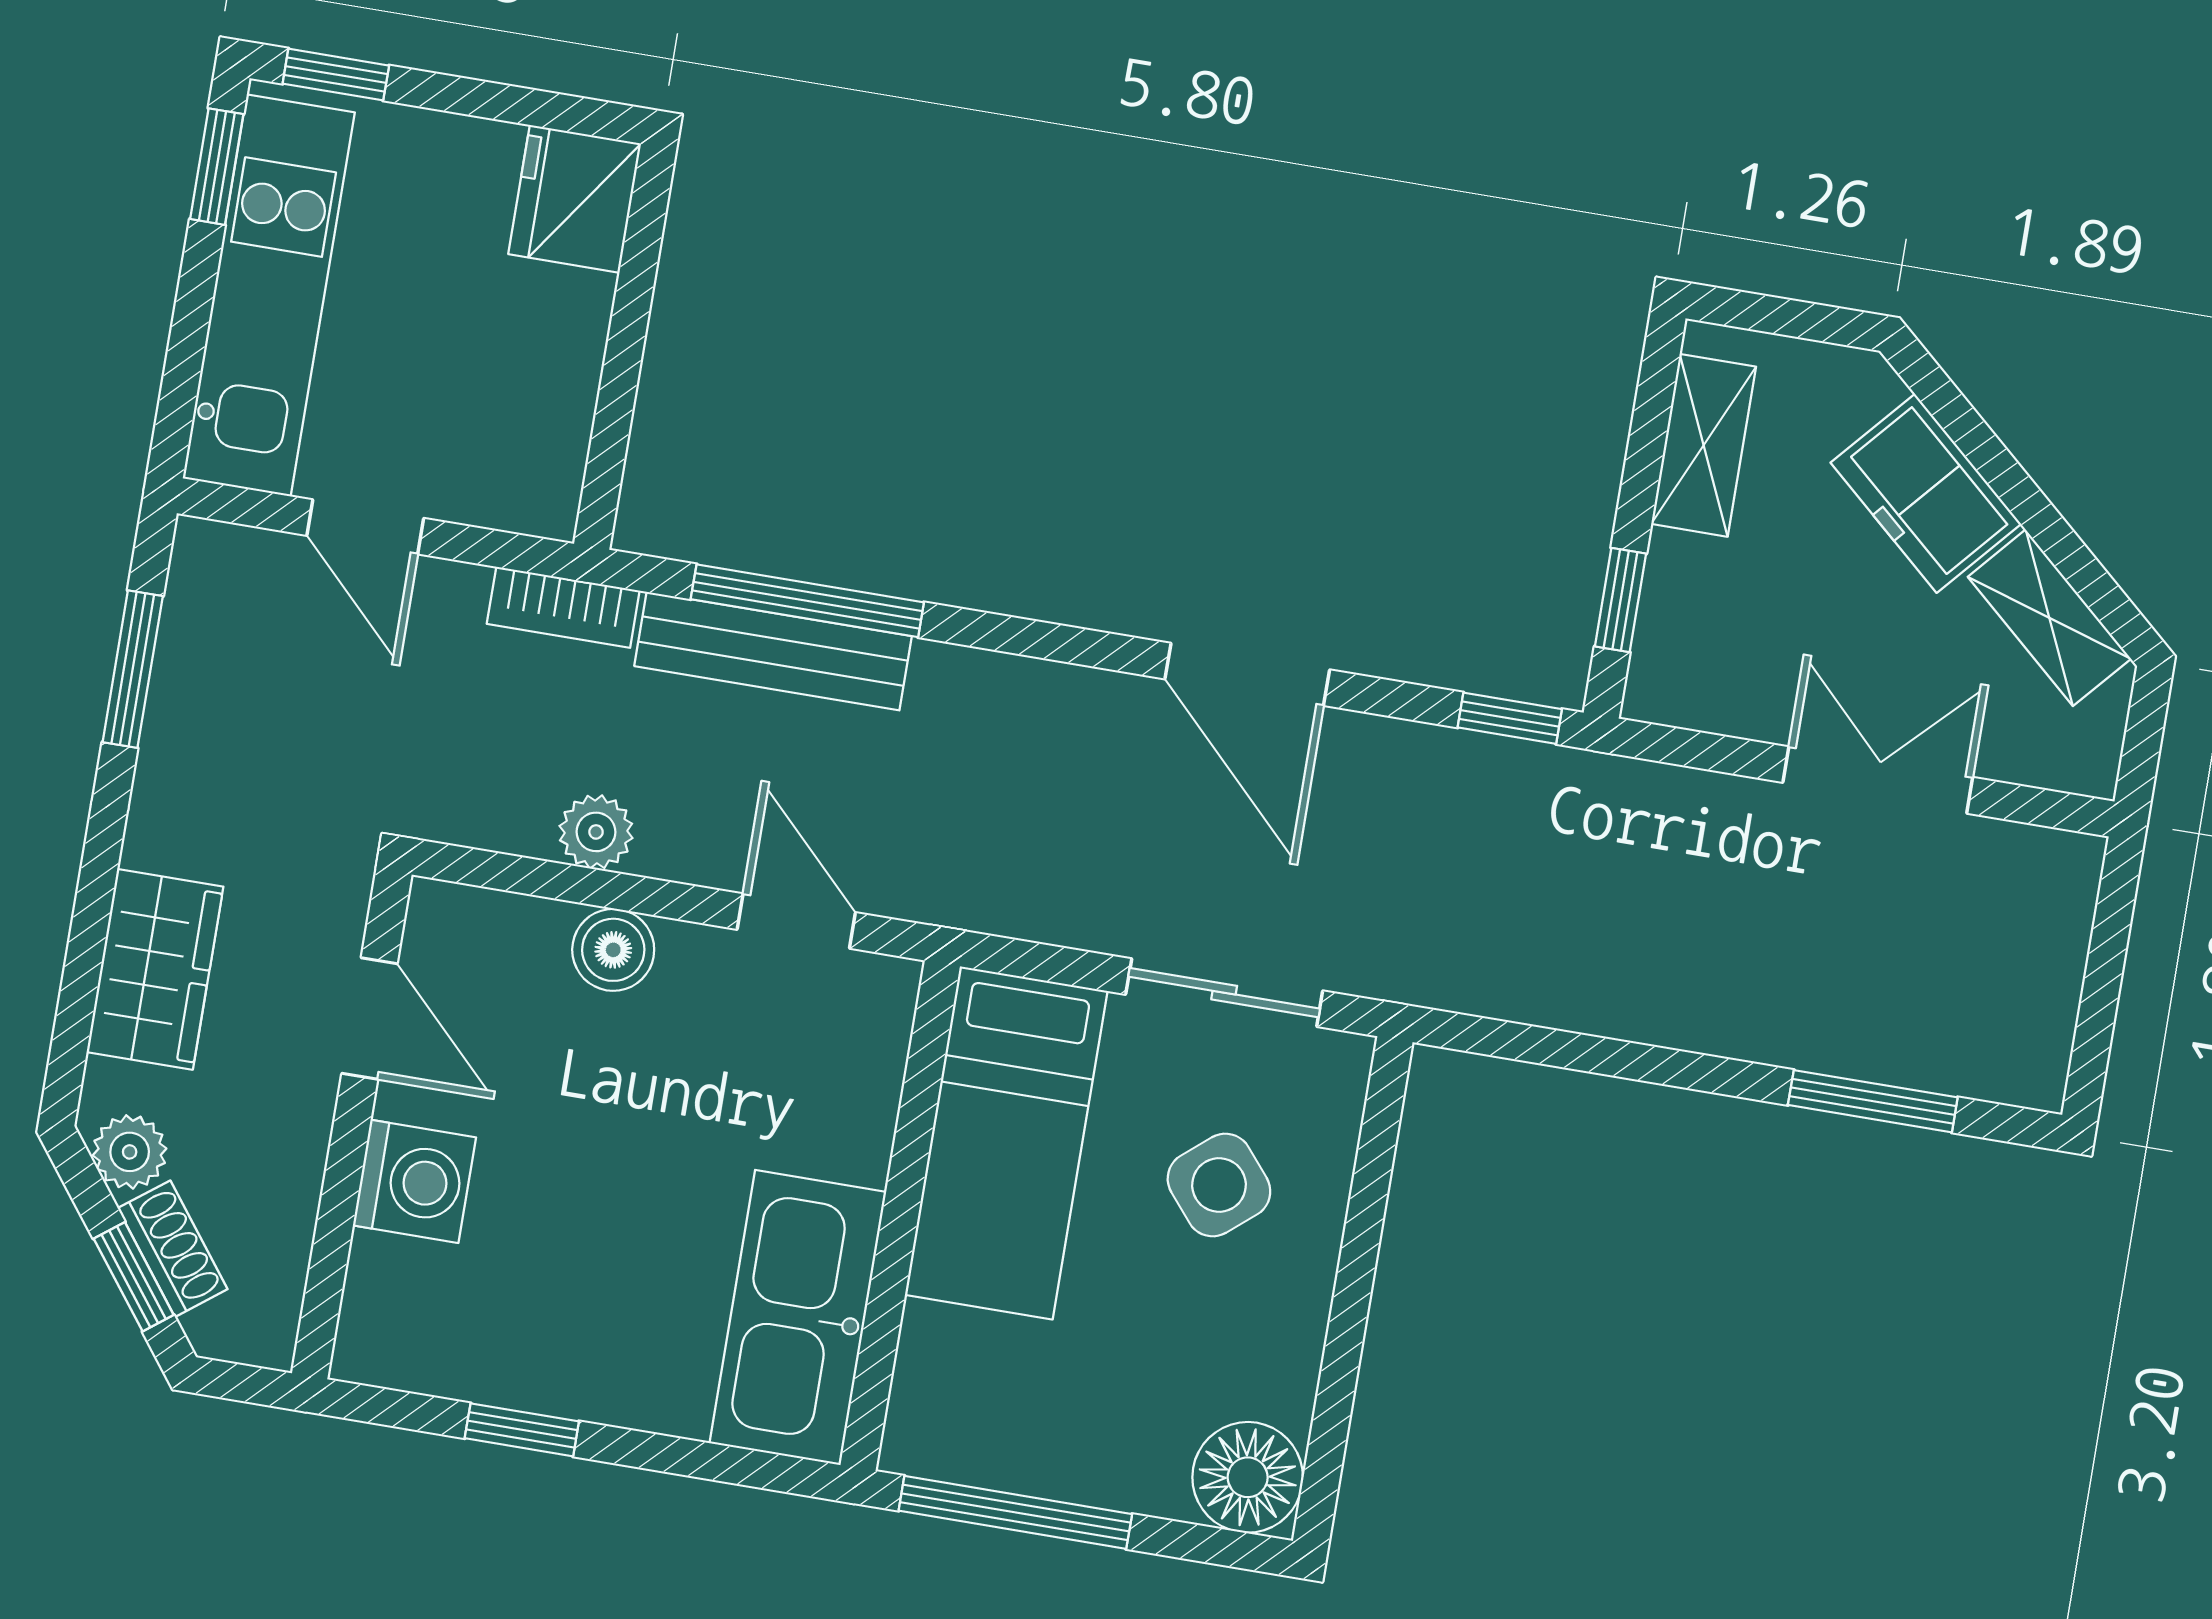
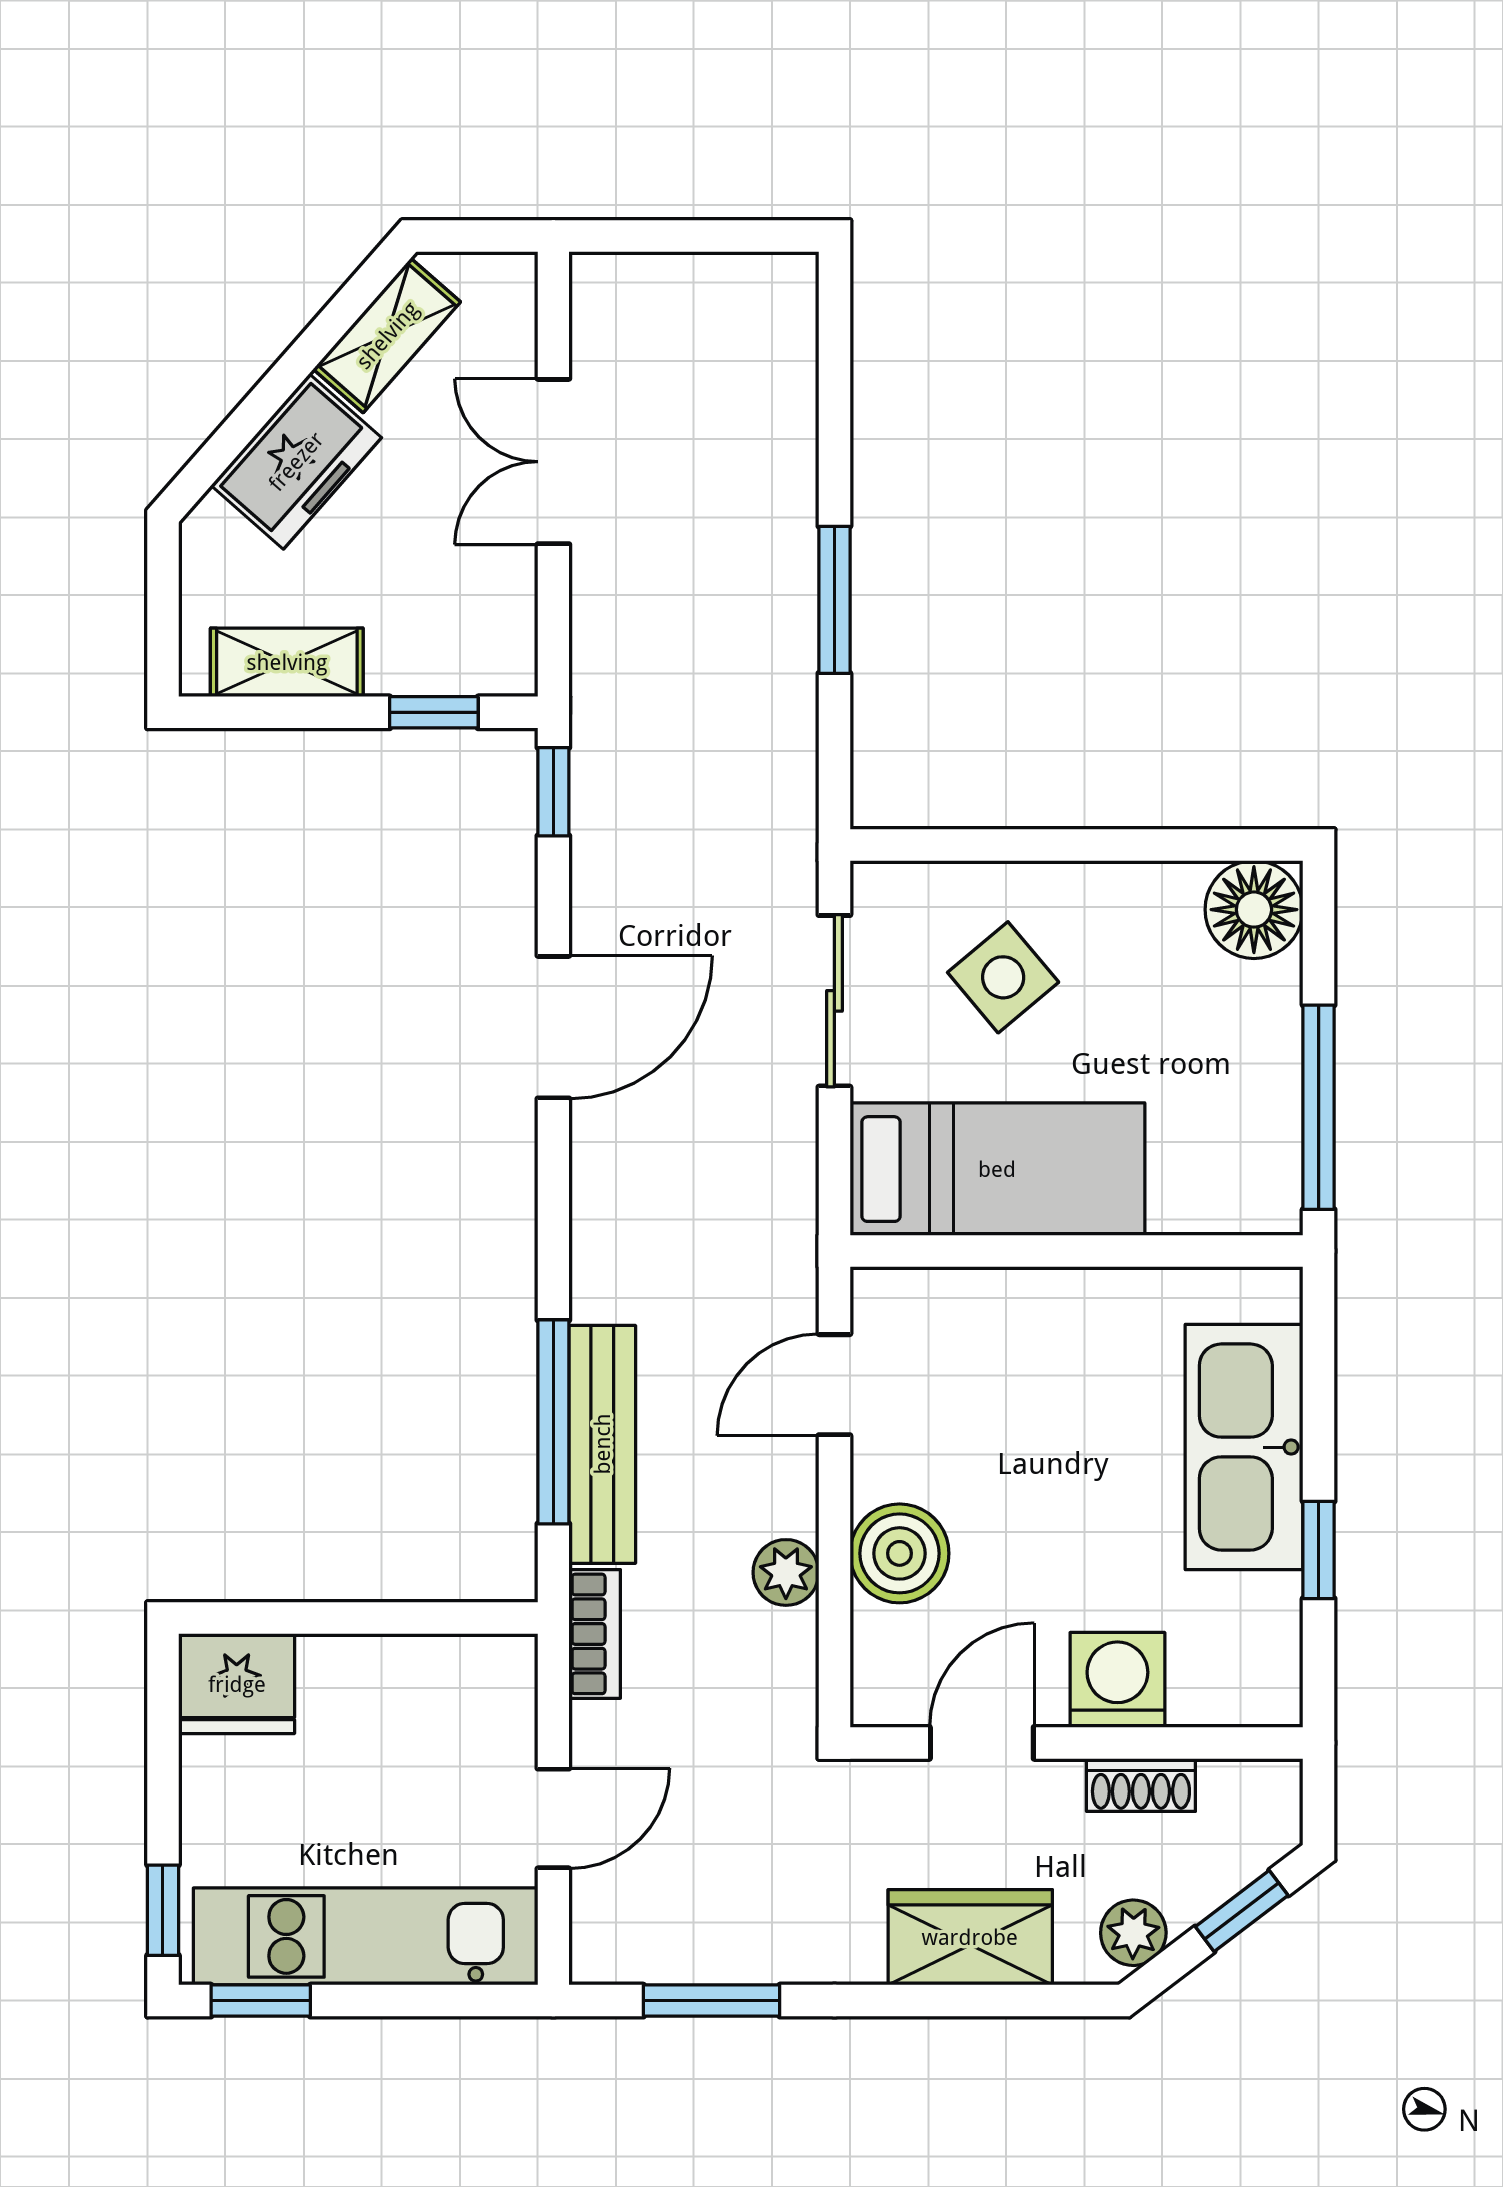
boiler: (613, 950) -> (900, 1553), width x1.36, depth x1.36
window: (1873, 1101) -> (834, 600), moved
shoe rack: (173, 1249) -> (1141, 1785), moved, turned -143
kitchen sink: (798, 1318) -> (1244, 1447), moved, turned 90

